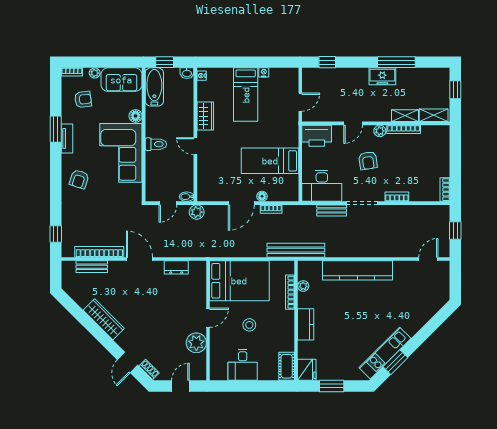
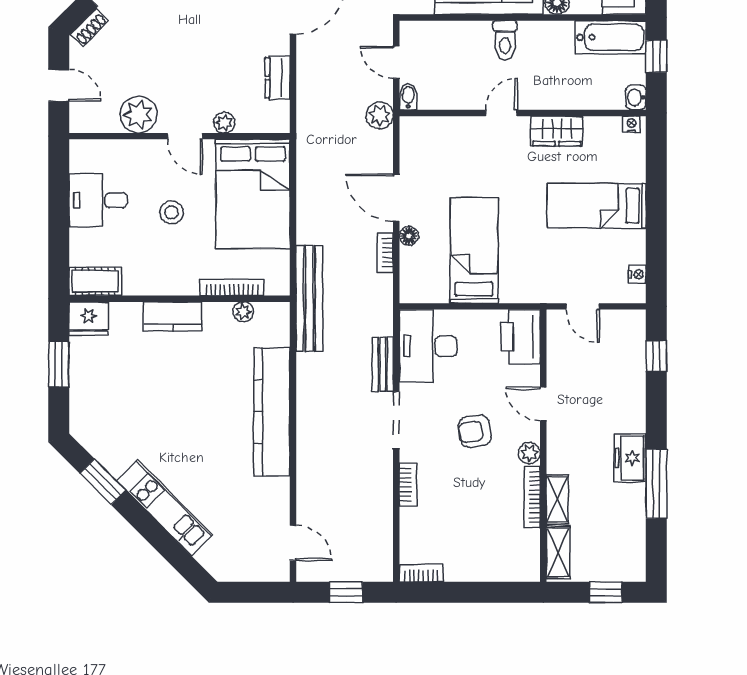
nightstand: (264, 72) -> (637, 274), moved
plant: (201, 296) -> (224, 123), added
kitchen unit: (385, 353) -> (164, 508), moved

